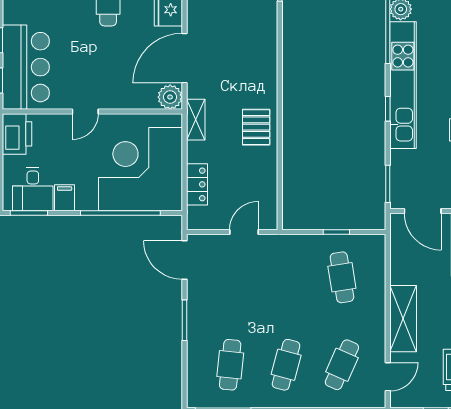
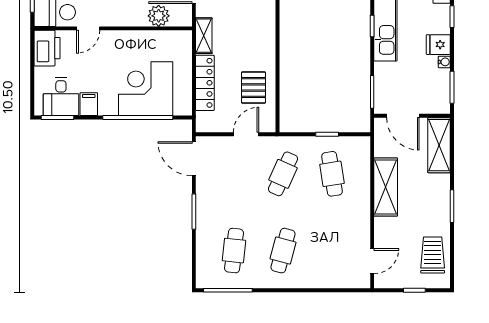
plant: (170, 97) -> (159, 16), moved
door: (85, 111) -> (88, 28), moved
pallet: (256, 127) -> (253, 87), moved
corner desk: (140, 169) -> (146, 89), width x0.74, depth x0.74
locker: (197, 184) -> (205, 83), width x1.53
shelving: (403, 319) -> (386, 187), moved
cafe table: (342, 365) -> (283, 174), moved

